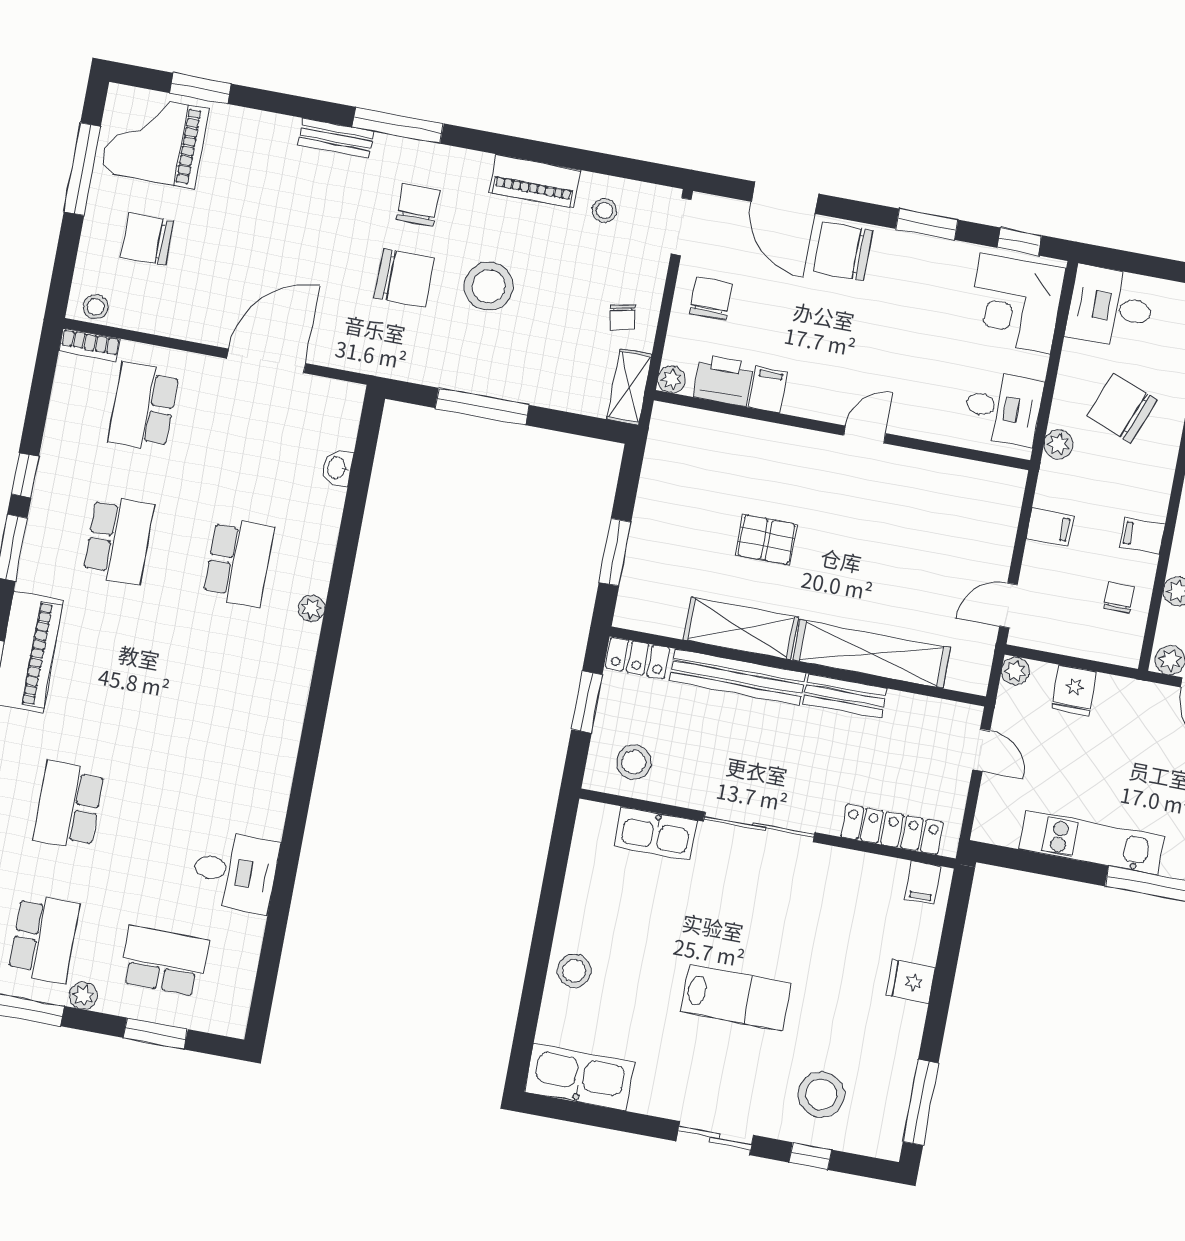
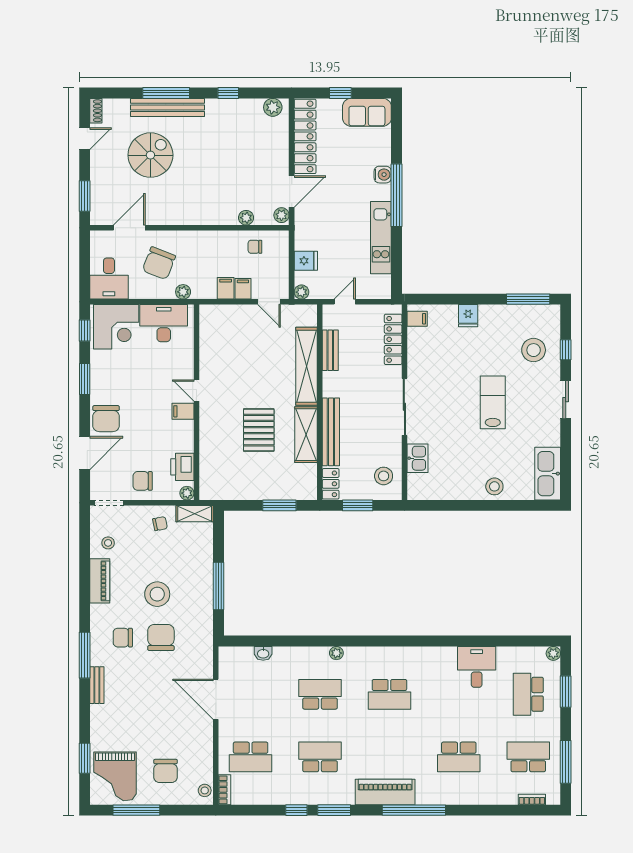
filing cabinet: (768, 390) -> (183, 411), moved
desk: (1003, 408) -> (164, 323), width x1.37
filing cabinet: (1142, 536) -> (243, 289), moved, turned 180
pallet: (766, 540) -> (259, 430), width x1.50, depth x1.42
school desk: (214, 695) -> (389, 694), added
bench: (845, 696) -> (330, 350), moved
kitchen sink: (656, 833) -> (417, 458), width x0.73
plant: (83, 996) -> (553, 653), moved

